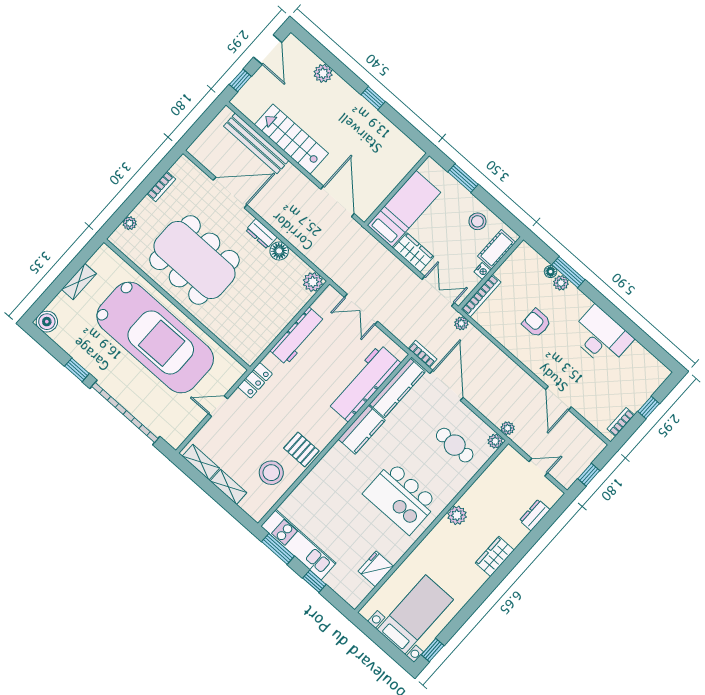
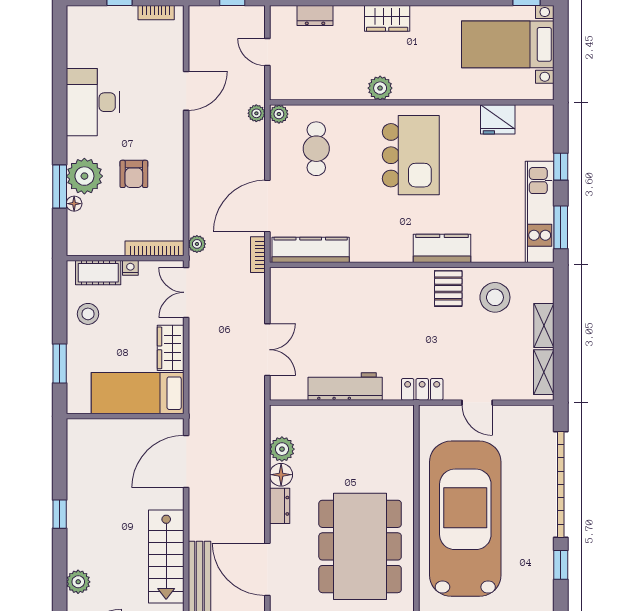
plant: (313, 282) -> (282, 449), moved
plant: (561, 283) -> (84, 176), width x1.87, depth x1.87
workbench: (364, 383) -> (334, 285), removed
kitchen counter: (362, 430) -> (442, 248), moved

